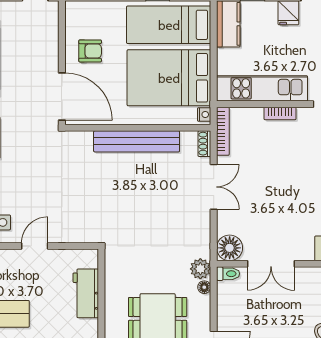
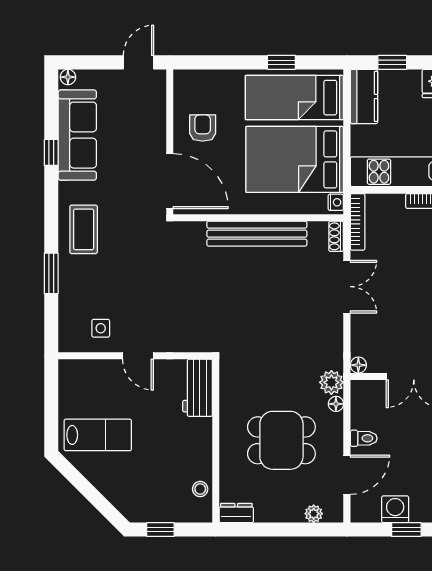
armchair: (90, 51) -> (203, 128), turned -90
door: (35, 246) -> (138, 356), swing flipped
floor lamp: (230, 248) -> (358, 365), width x0.53, depth x0.53
toilet: (228, 274) -> (364, 438), moved
workbench: (86, 293) -> (198, 388), moved

